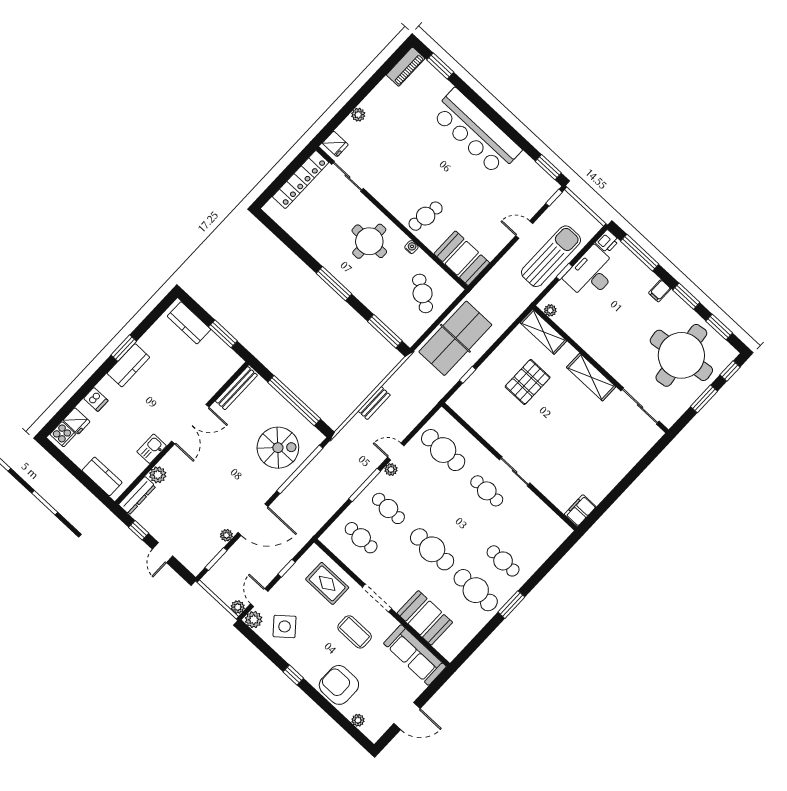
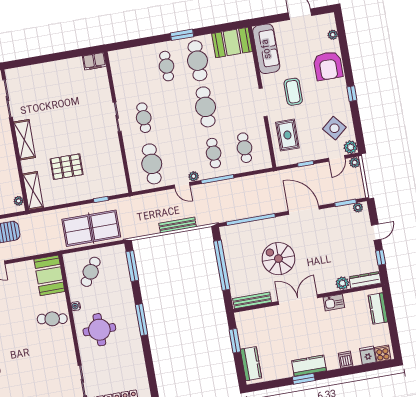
bench: (374, 403) -> (178, 225), width x1.36
spiral stairs: (278, 448) -> (278, 259), moved
plant: (226, 535) -> (358, 208), moved
booth: (425, 618) -> (232, 43), moved, turned 90

